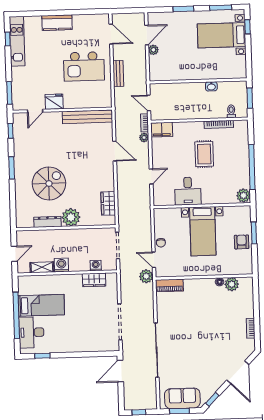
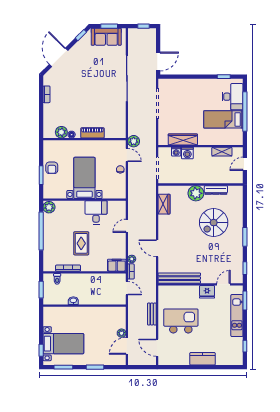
kitchen unit: (17, 41) -> (237, 316), moved
washing machine: (61, 265) -> (187, 153), moved
wardrobe: (94, 280) -> (183, 140), width x1.50
piano: (169, 285) -> (92, 133), moved

